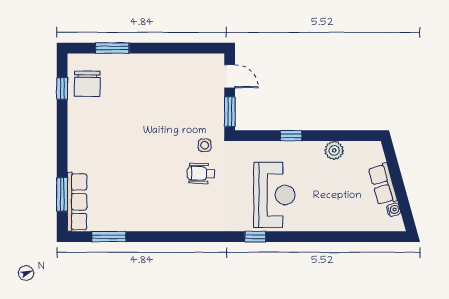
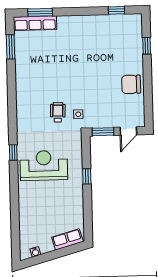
window: (112, 48) -> (147, 46), width x0.67
chair: (87, 84) -> (131, 84), moved
plant: (334, 150) -> (77, 208), removed
row of seats: (383, 184) -> (67, 239), moved
reception desk: (274, 195) -> (44, 166), turned 180

